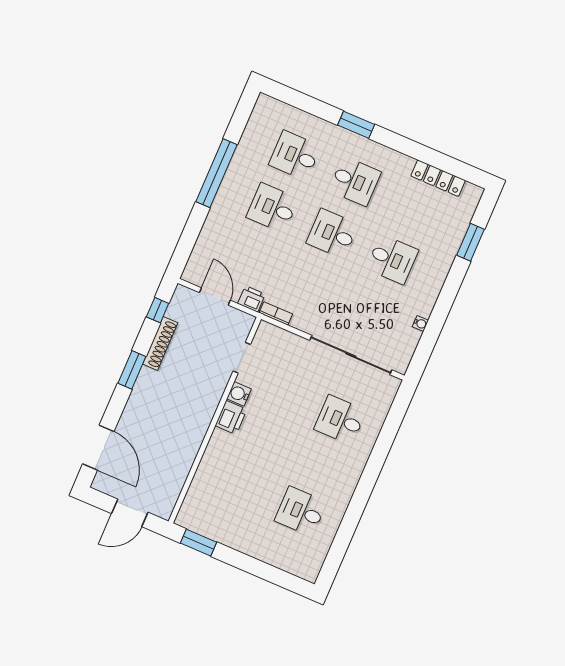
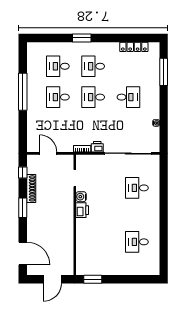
desk: (355, 181) -> (93, 66), turned 180
window: (470, 242) -> (164, 72), width x1.44
printer: (251, 299) -> (97, 147), moved

